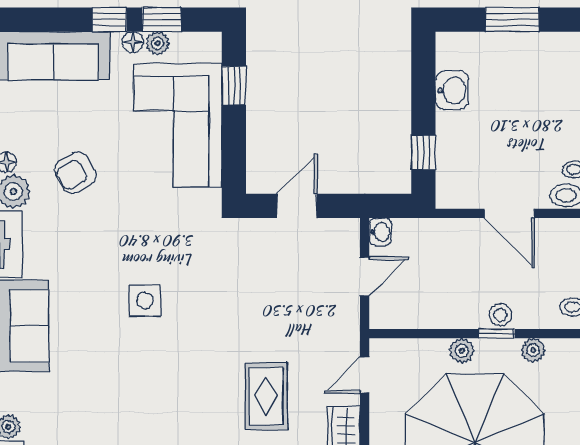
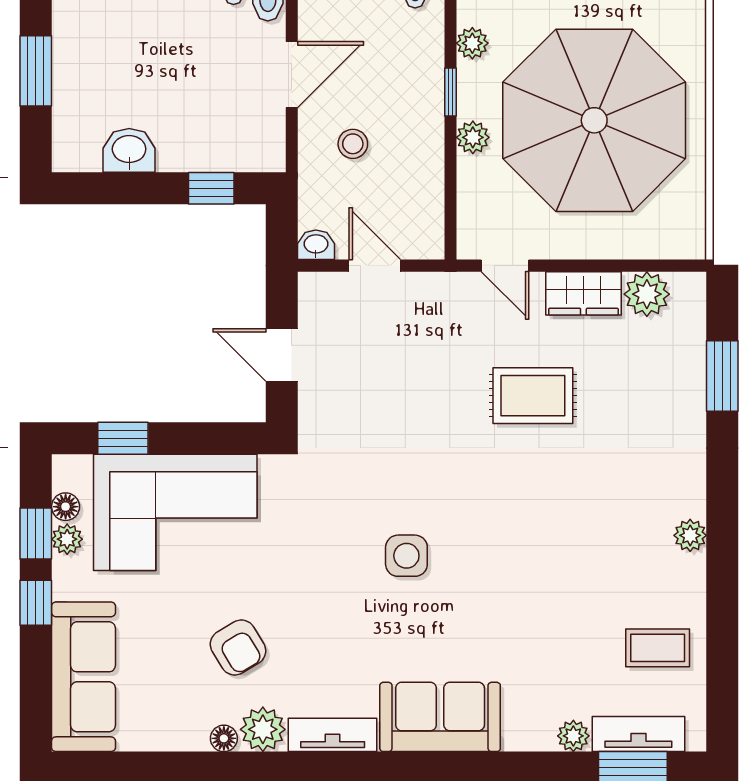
floor lamp: (133, 42) -> (66, 507), moved
stool: (500, 315) -> (353, 144), moved

